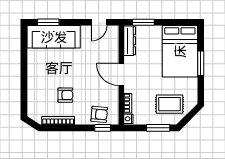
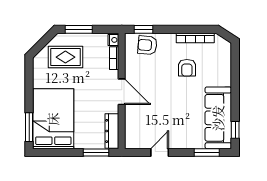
door: (99, 22) -> (160, 152), moved
sofa: (54, 37) -> (218, 118), moved, turned -90
window: (24, 42) -> (235, 130), added
window: (201, 63) -> (29, 127), moved
armchair: (65, 95) -> (187, 68), turned -90

